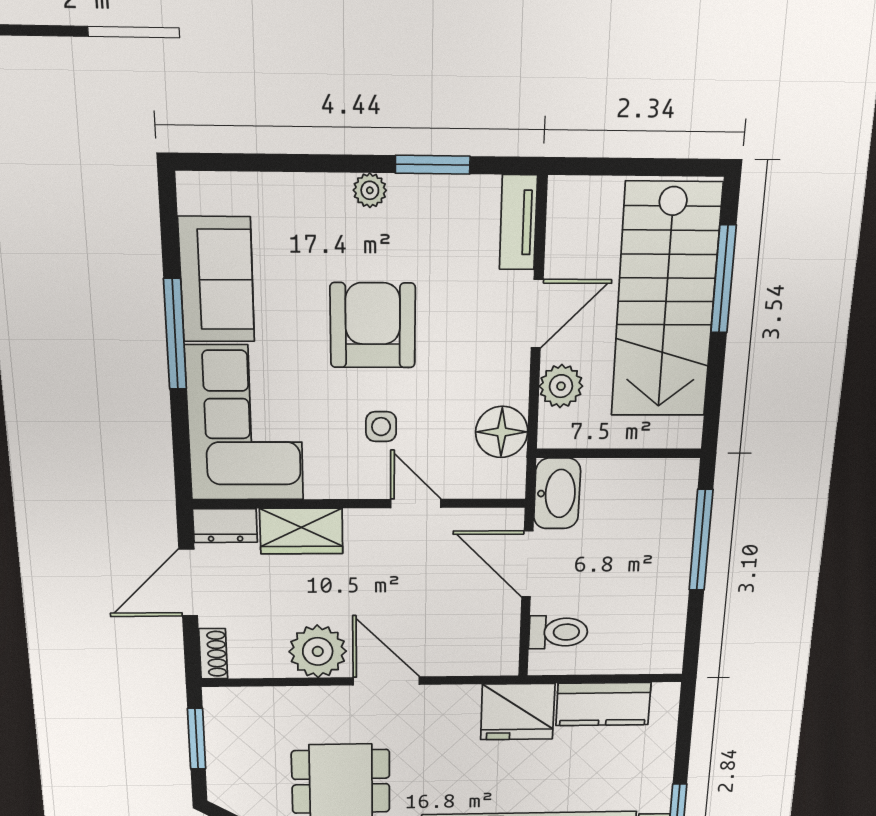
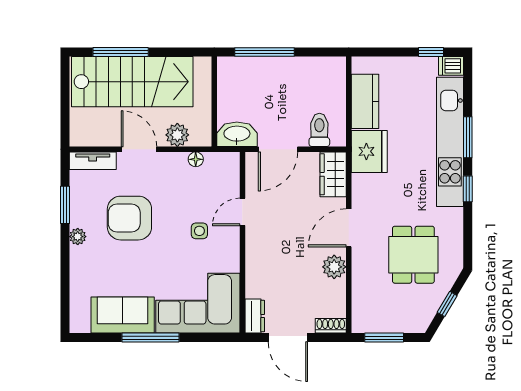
armchair: (373, 325) -> (129, 218), moved
floor lamp: (502, 432) -> (196, 159), width x0.53, depth x0.53
wardrobe: (301, 531) -> (333, 174), moved, turned 180
plant: (318, 651) -> (334, 267), width x0.73, depth x0.73

